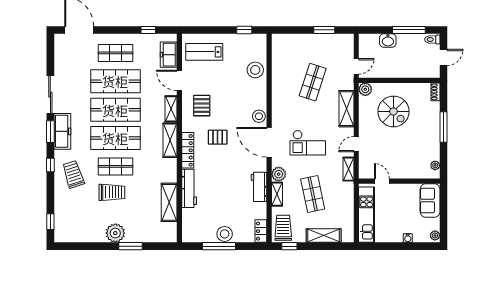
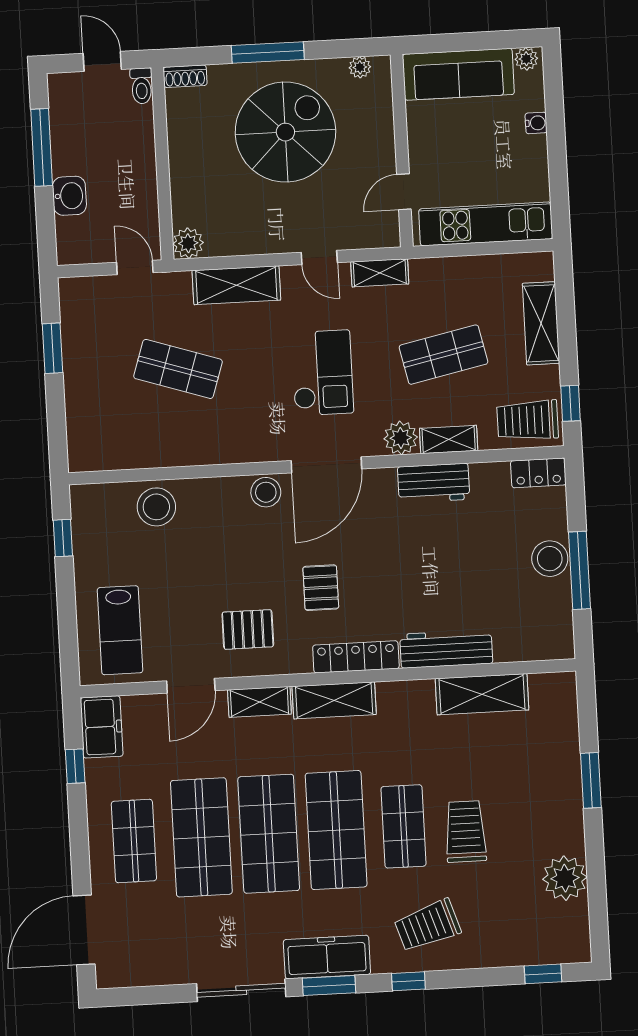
toilet: (432, 40) -> (141, 86), moved
freezer: (169, 55) -> (102, 727), moved, turned -90
spiral stairs: (393, 111) -> (285, 132), moved, width x1.37, depth x1.37
sofa: (430, 200) -> (458, 74), width x1.36
plant: (115, 233) -> (565, 878), moved

